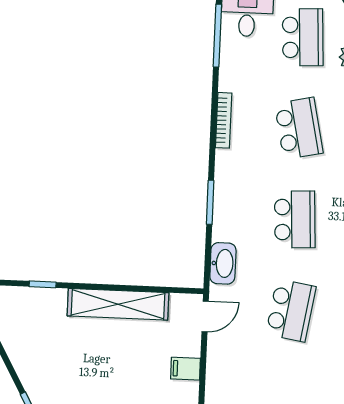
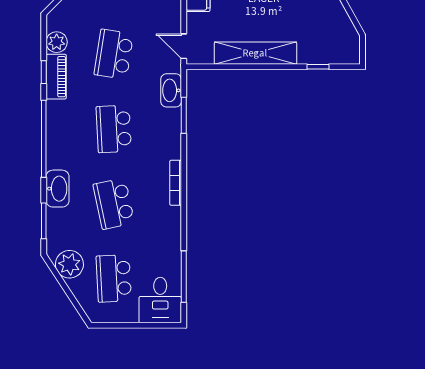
bookcase: (224, 120) -> (176, 183), moved
window: (210, 202) -> (184, 115), moved
door: (205, 317) -> (184, 46), hinge flipped

